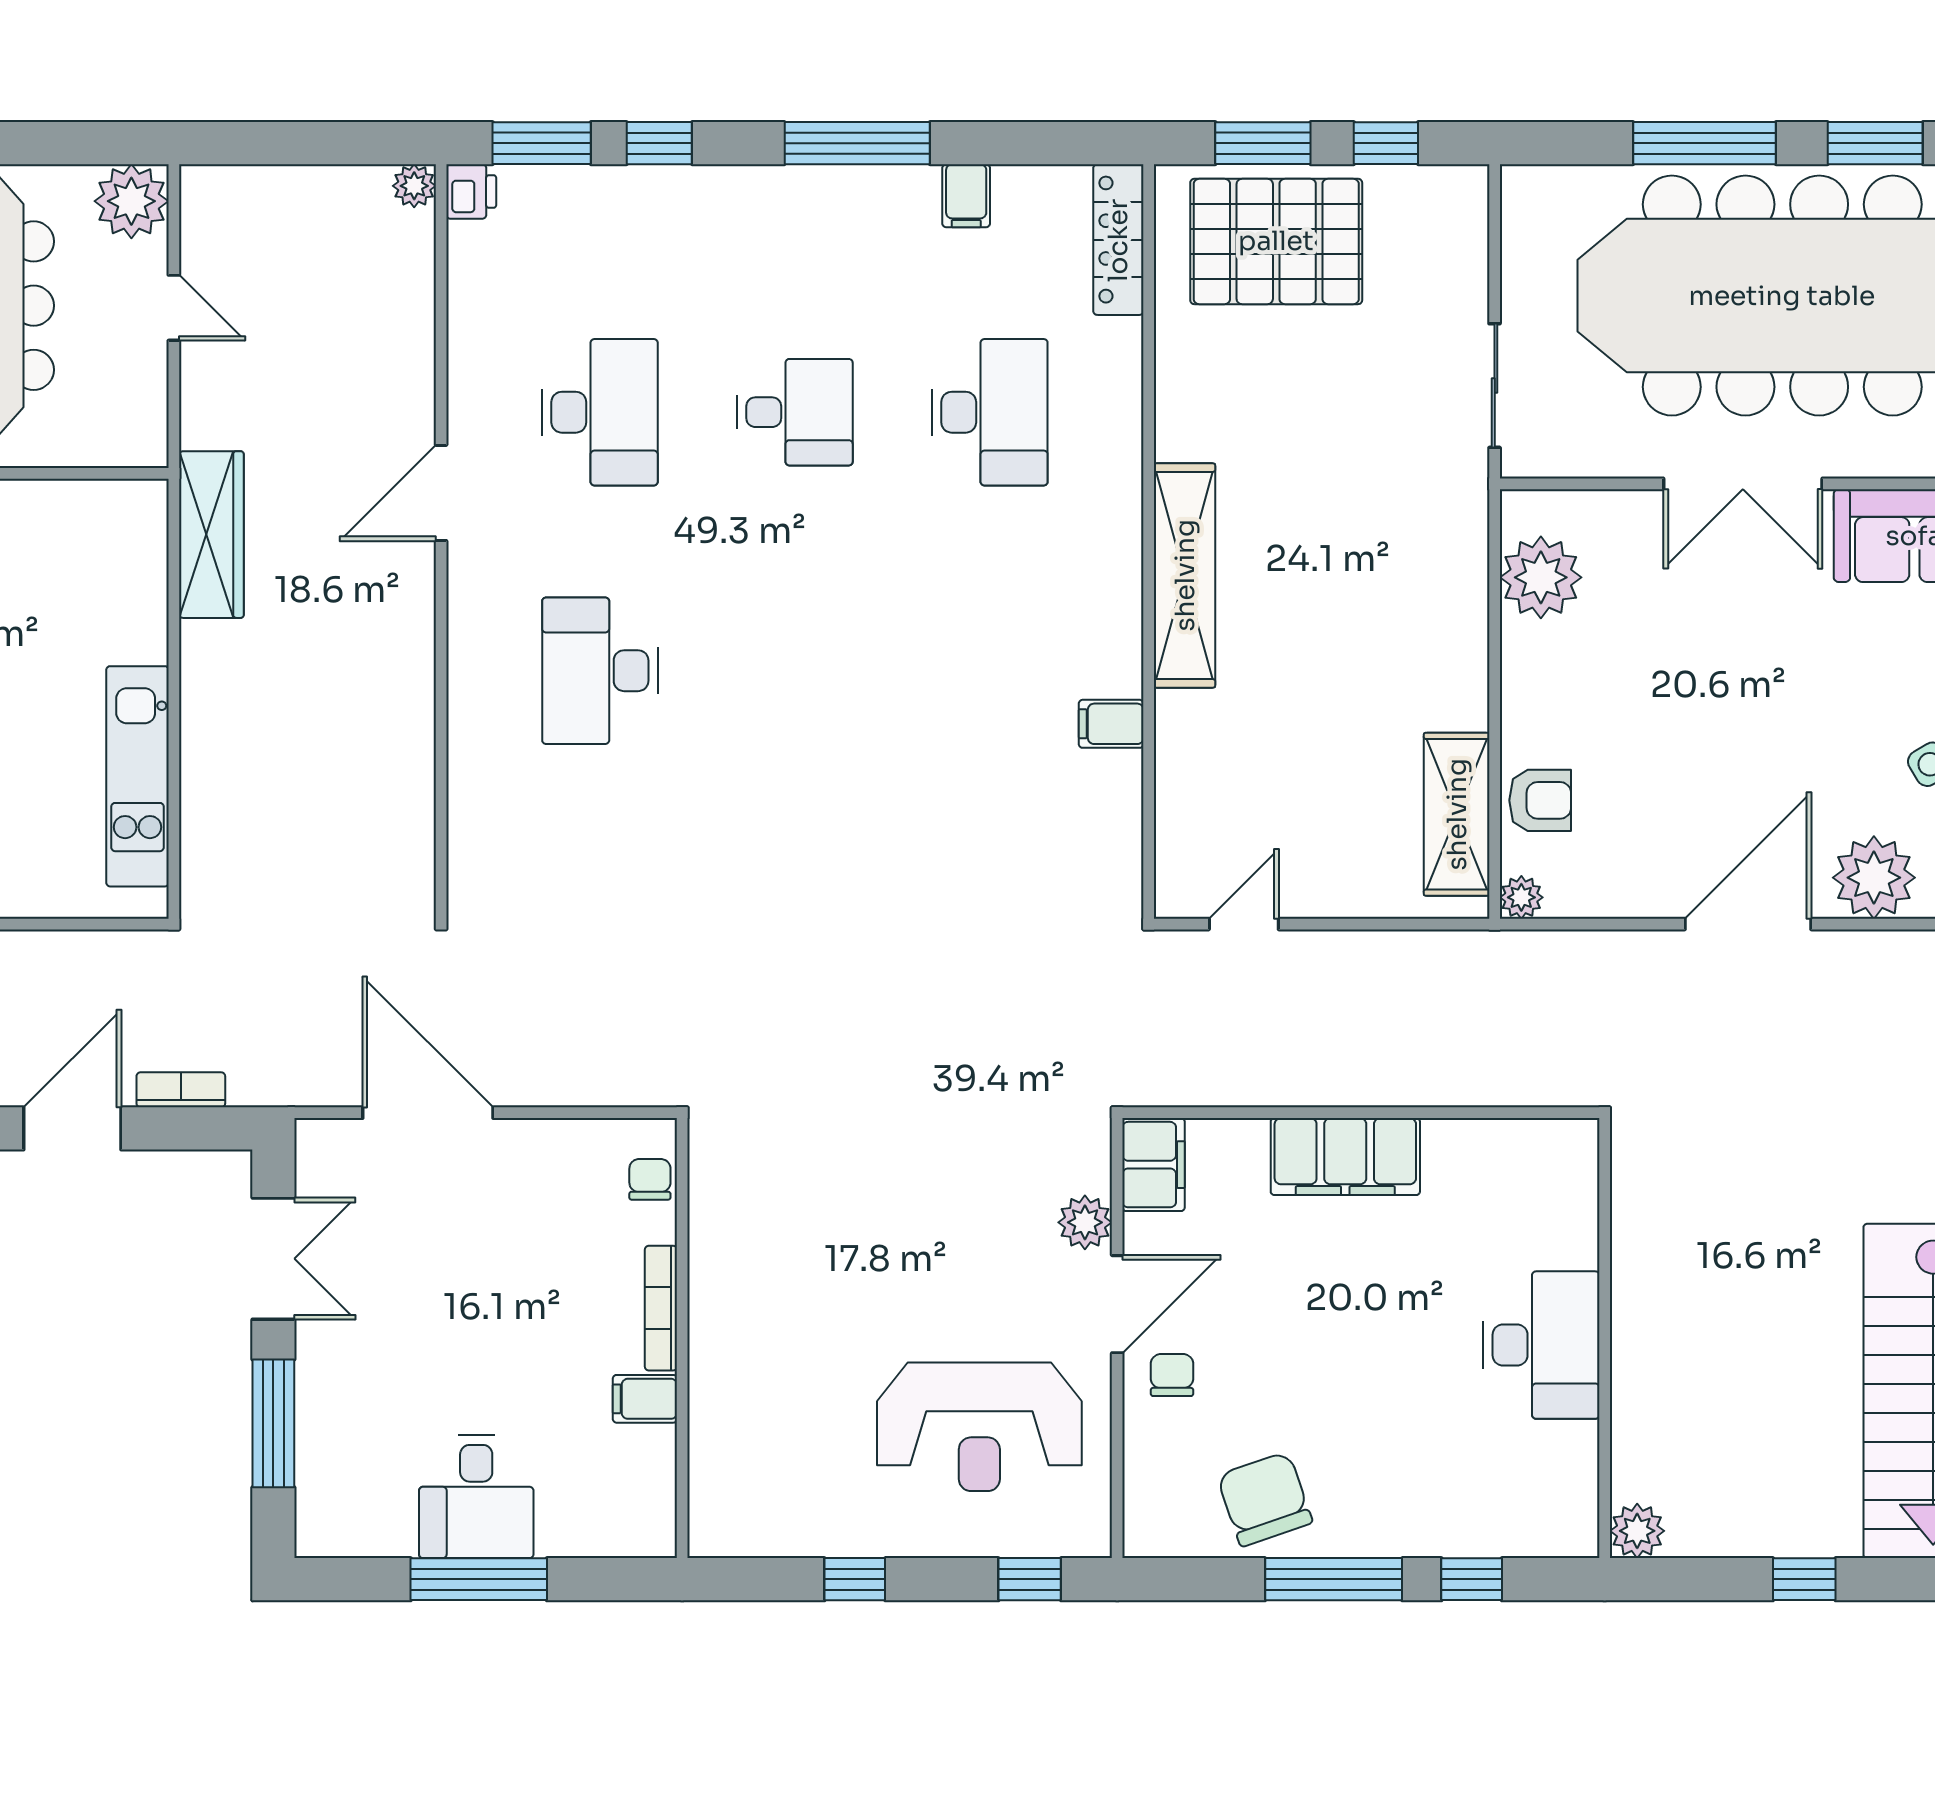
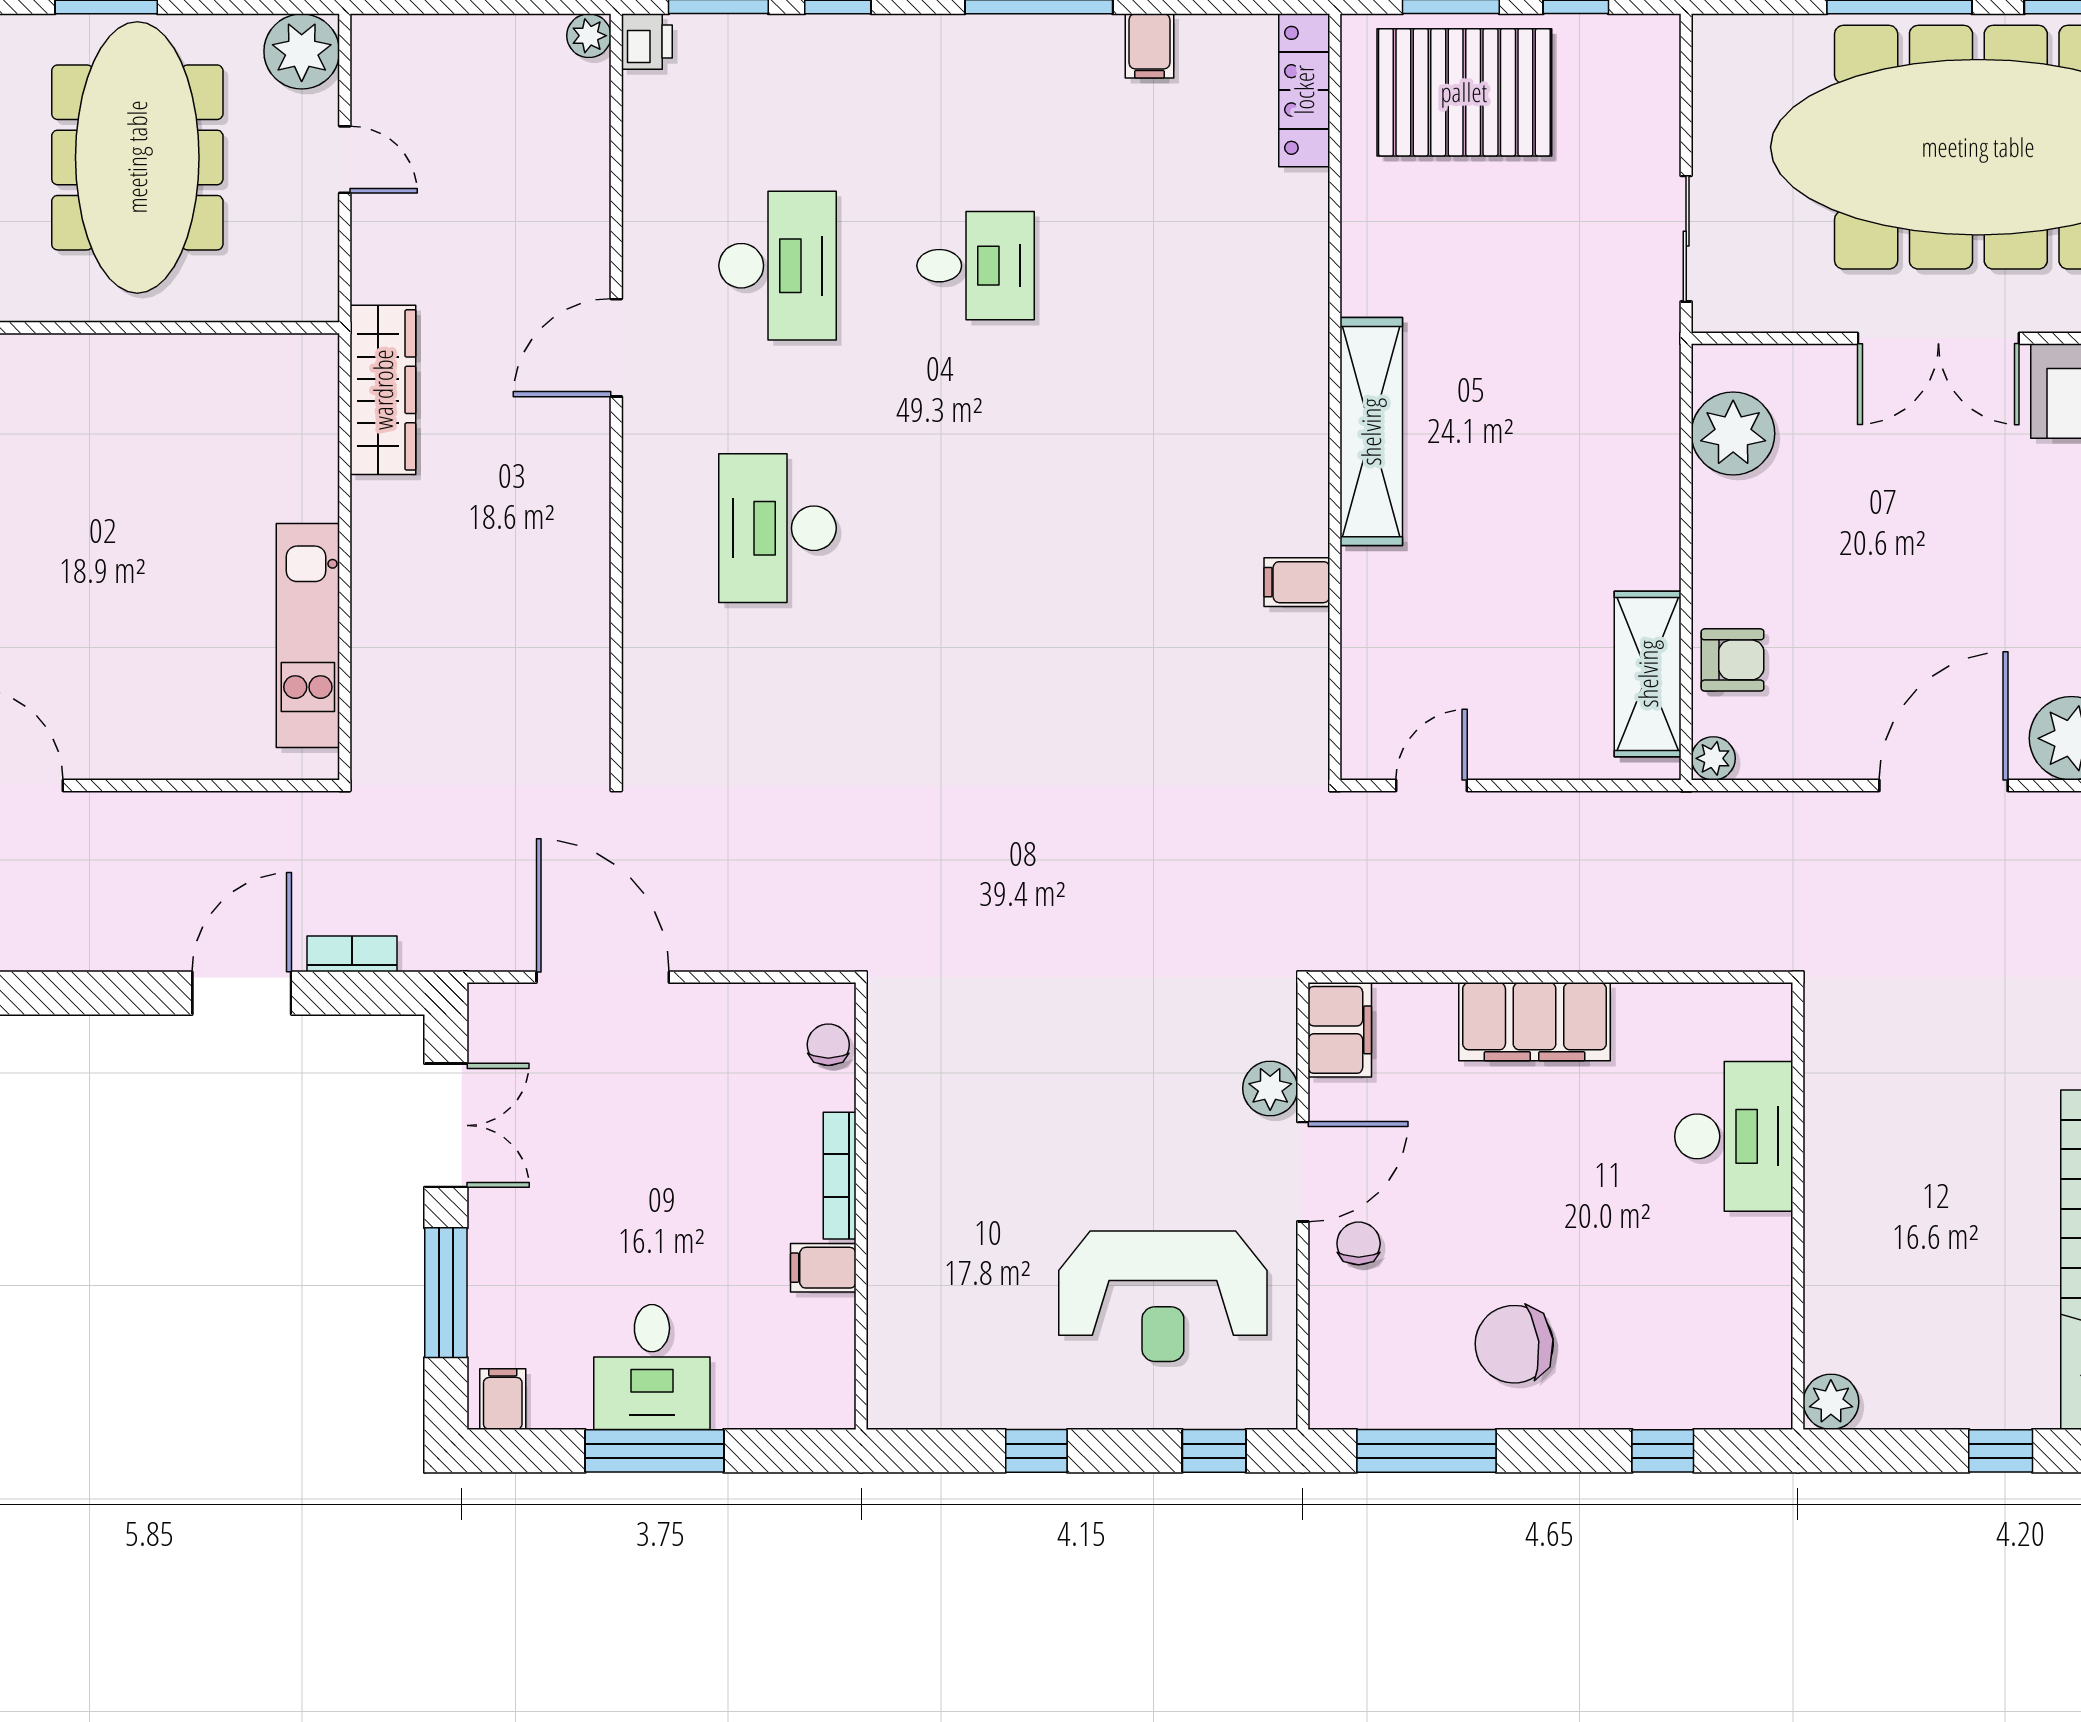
desk: (990, 412) -> (1174, 266), removed
desk: (1541, 1345) -> (1734, 1136), moved
chair: (1265, 1499) -> (1514, 1344), moved, turned -78
filing cabinet: (329, 1528) -> (503, 1399), added
window: (1334, 1579) -> (1426, 1451), moved

